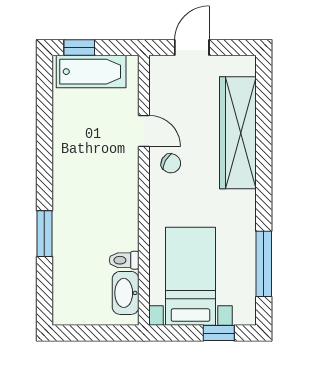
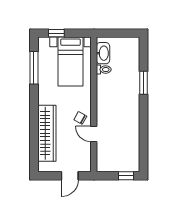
bathtub: (91, 72) -> (120, 164), removed

